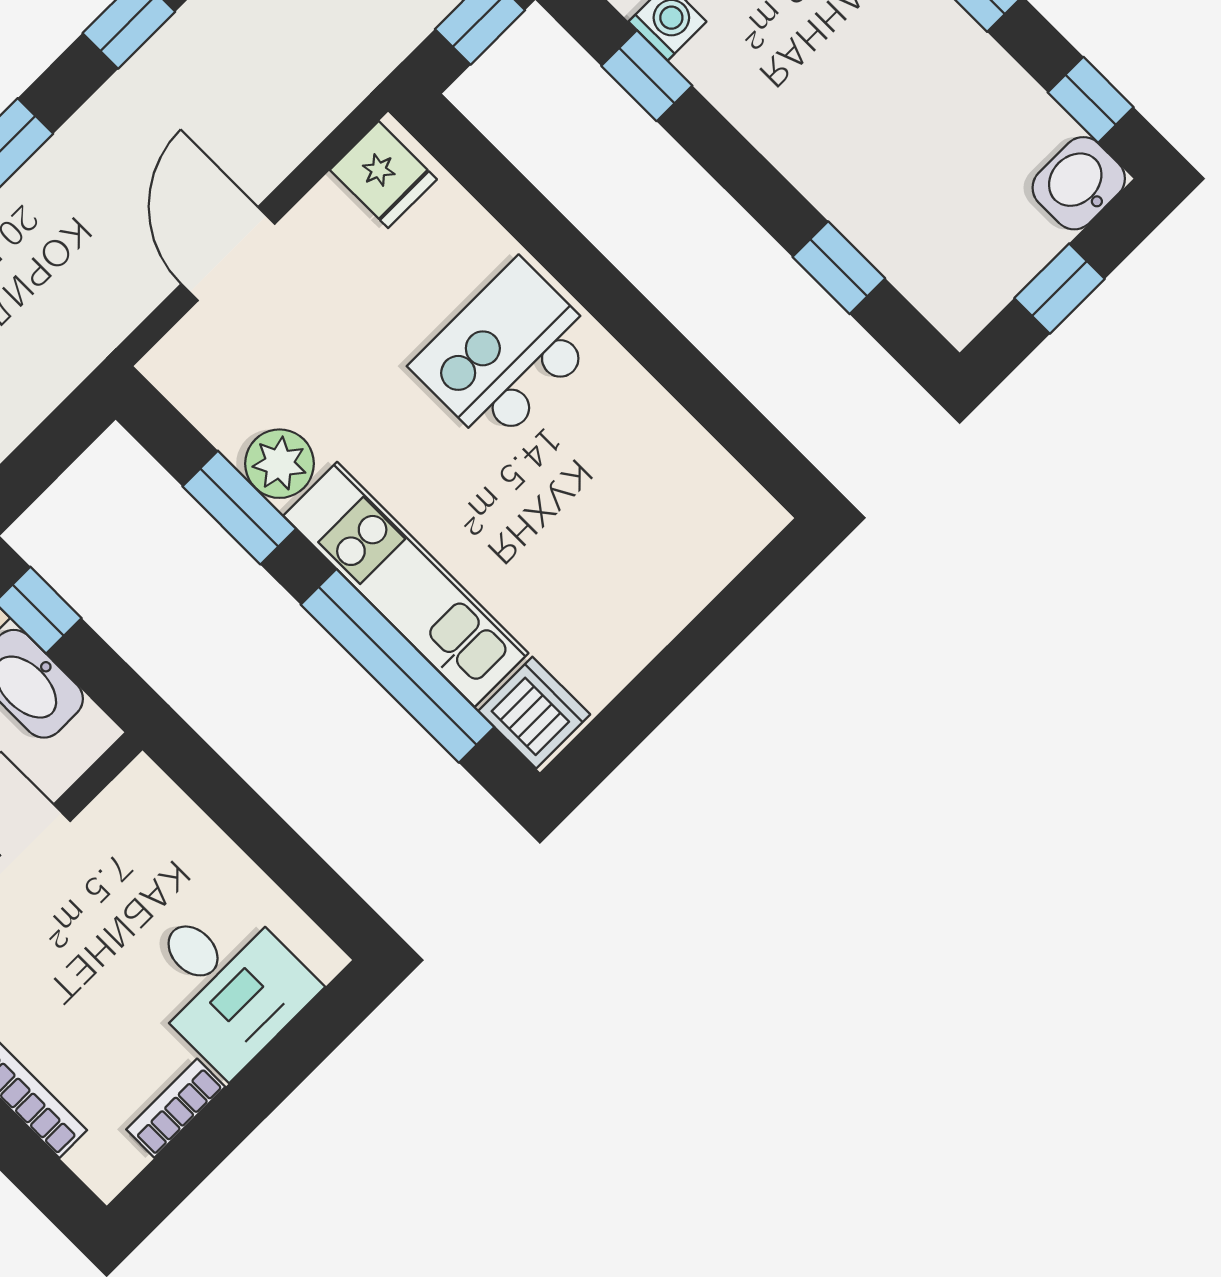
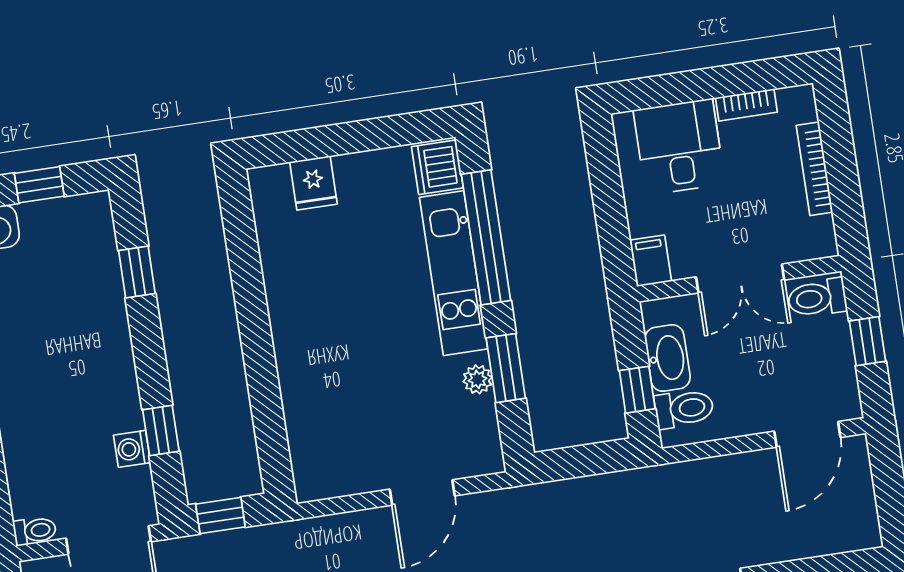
fridge: (383, 175) -> (313, 183), moved, turned 180
kitchen island: (506, 353) -> (325, 348), removed
plant: (280, 464) -> (478, 379), width x0.73, depth x0.73
filing cabinet: (149, 799) -> (651, 261), added

